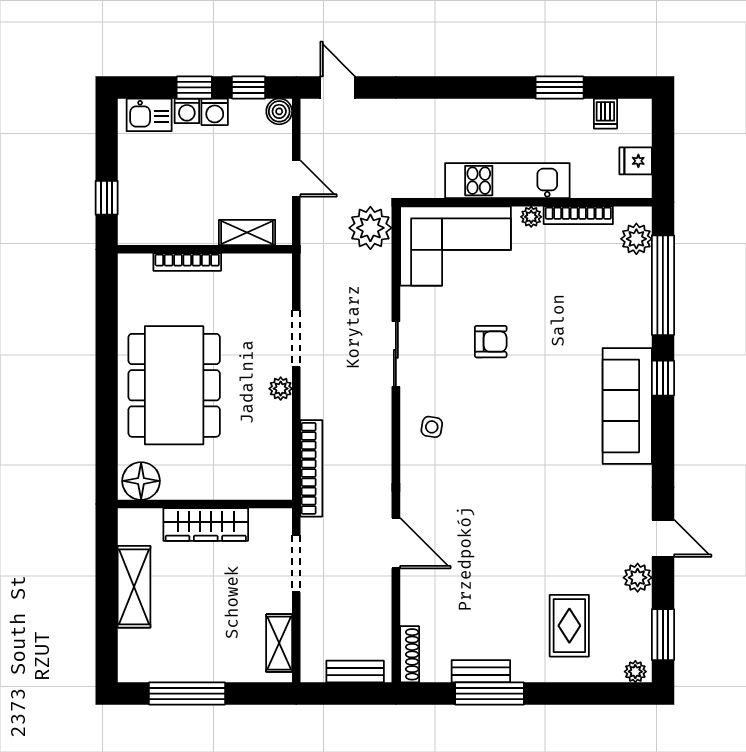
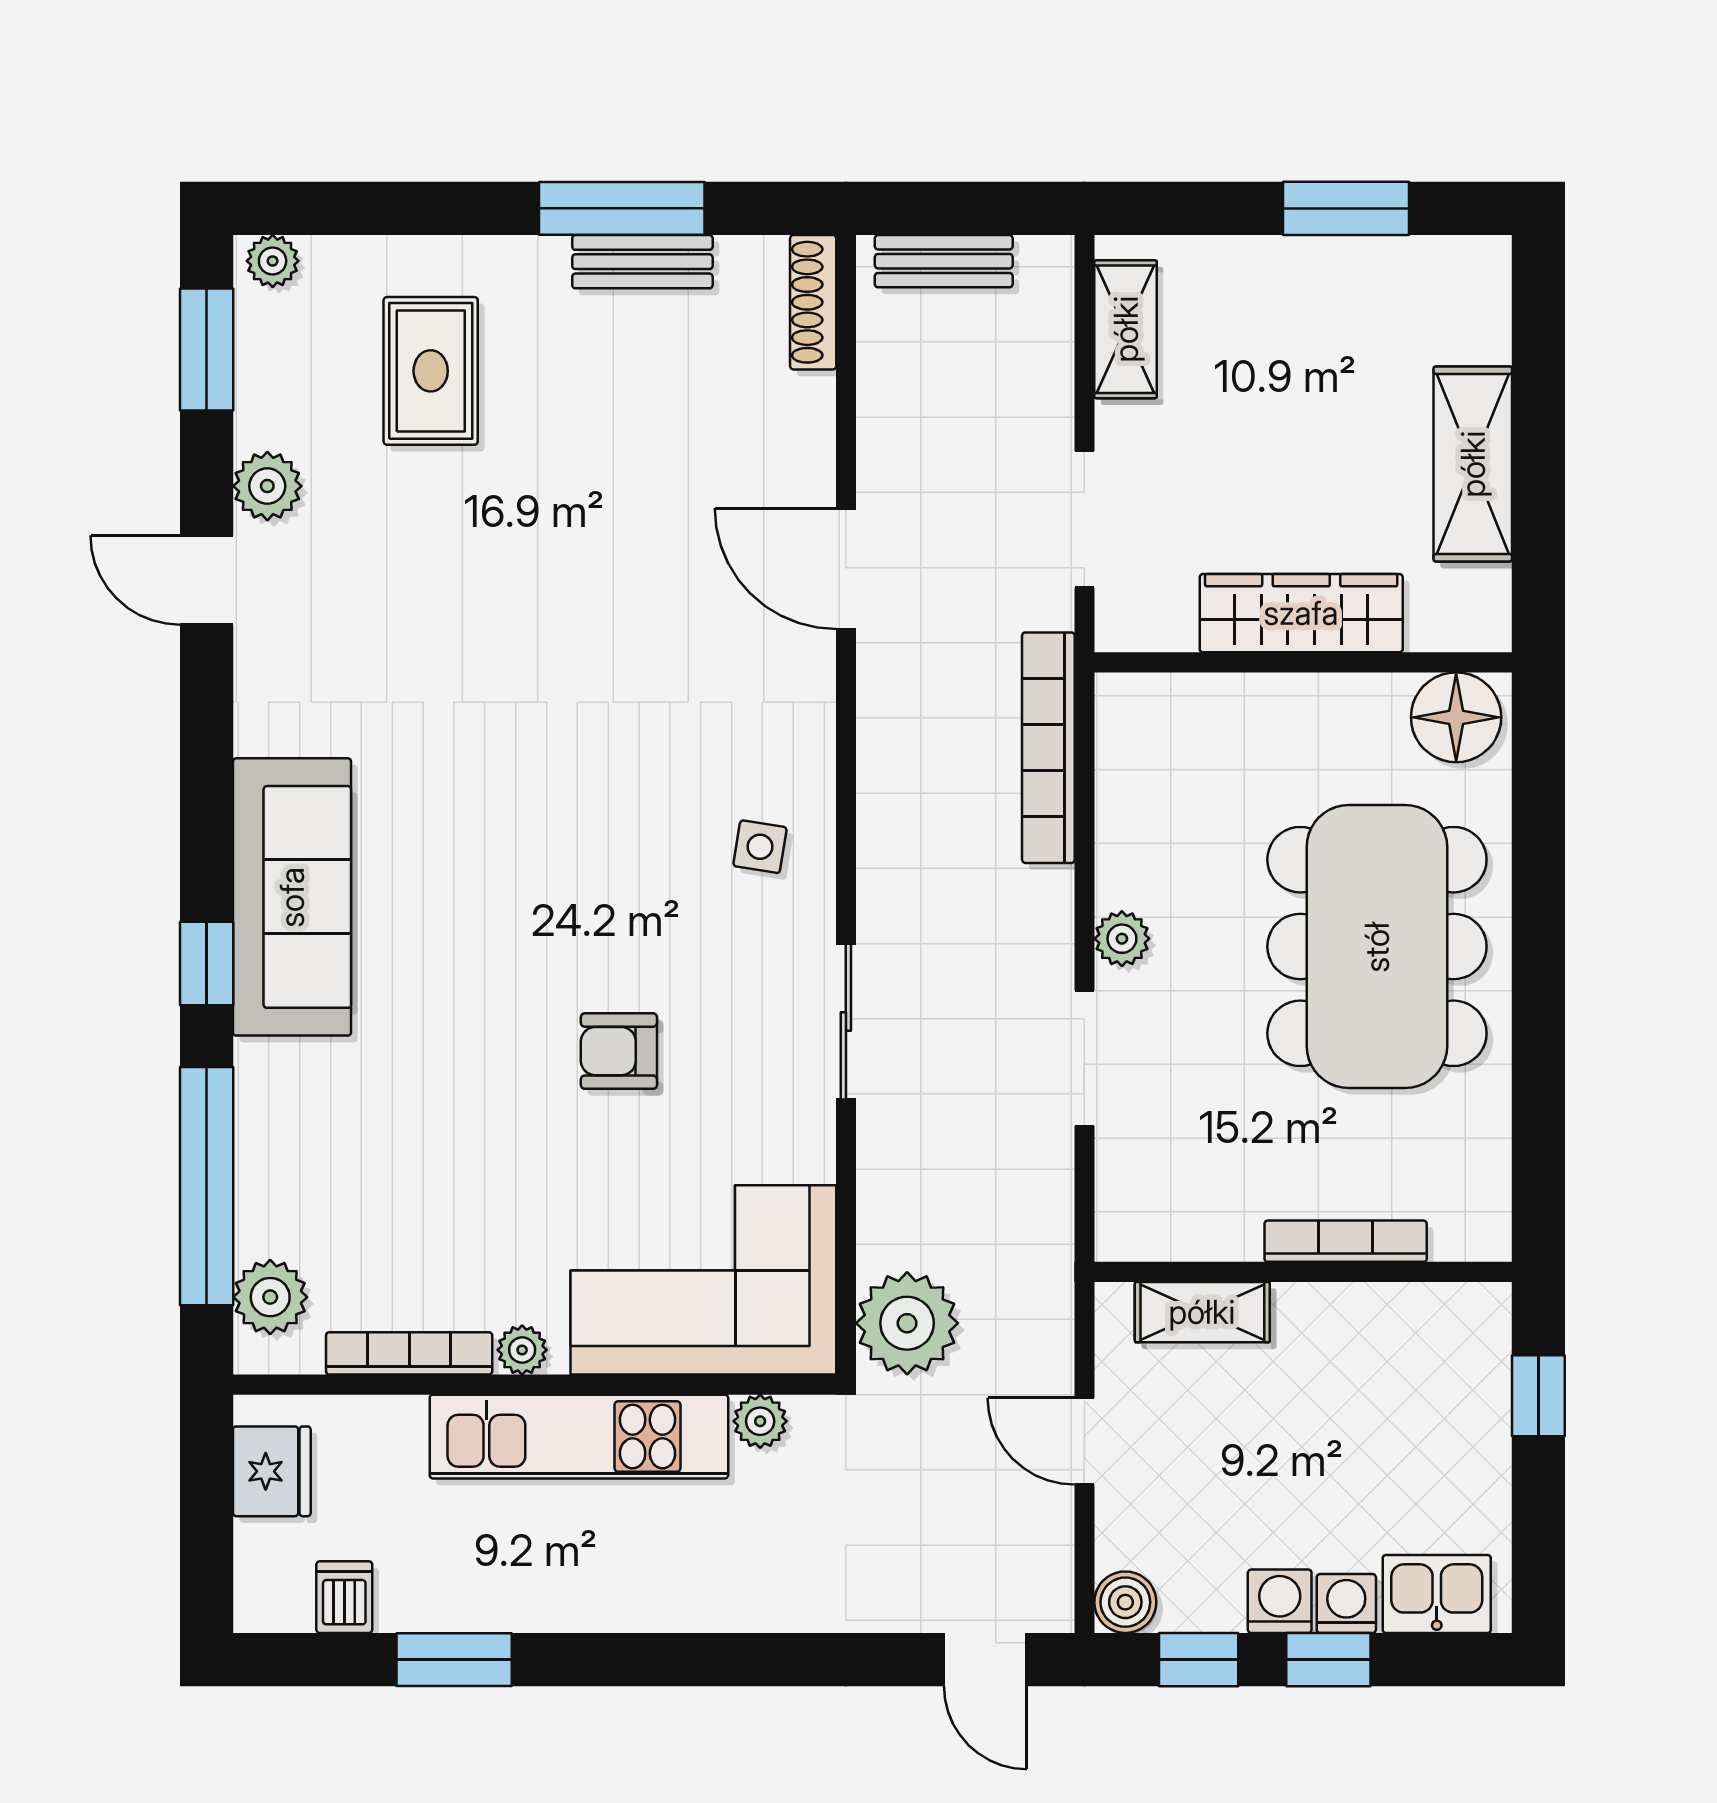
fridge: (636, 161) -> (272, 1471), width x1.38
plant: (432, 187) -> (760, 1421), added
window: (187, 694) -> (1346, 208), width x0.69

